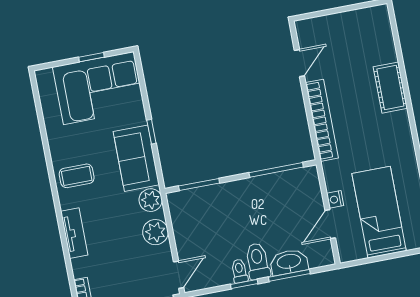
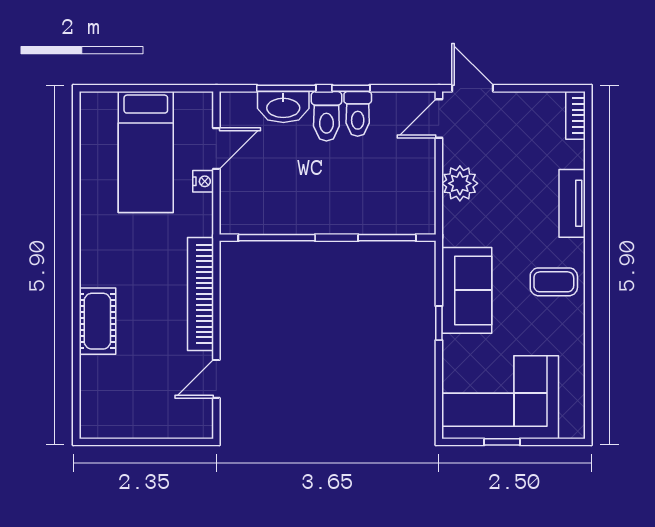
plant: (151, 200) -> (458, 229), removed
toilet: (239, 271) -> (358, 114), width x1.37, depth x1.39

